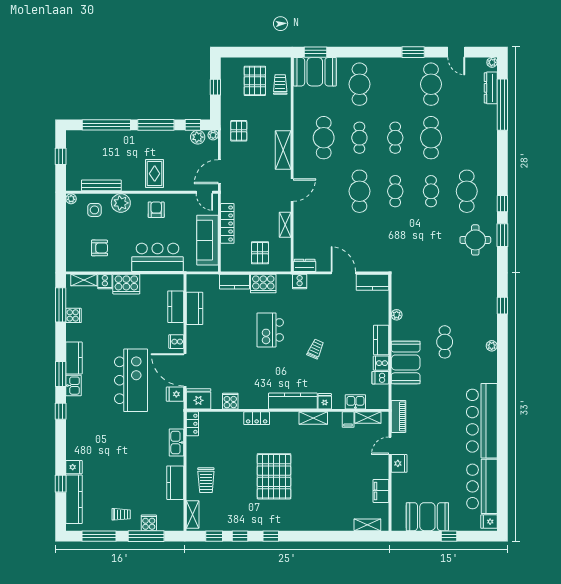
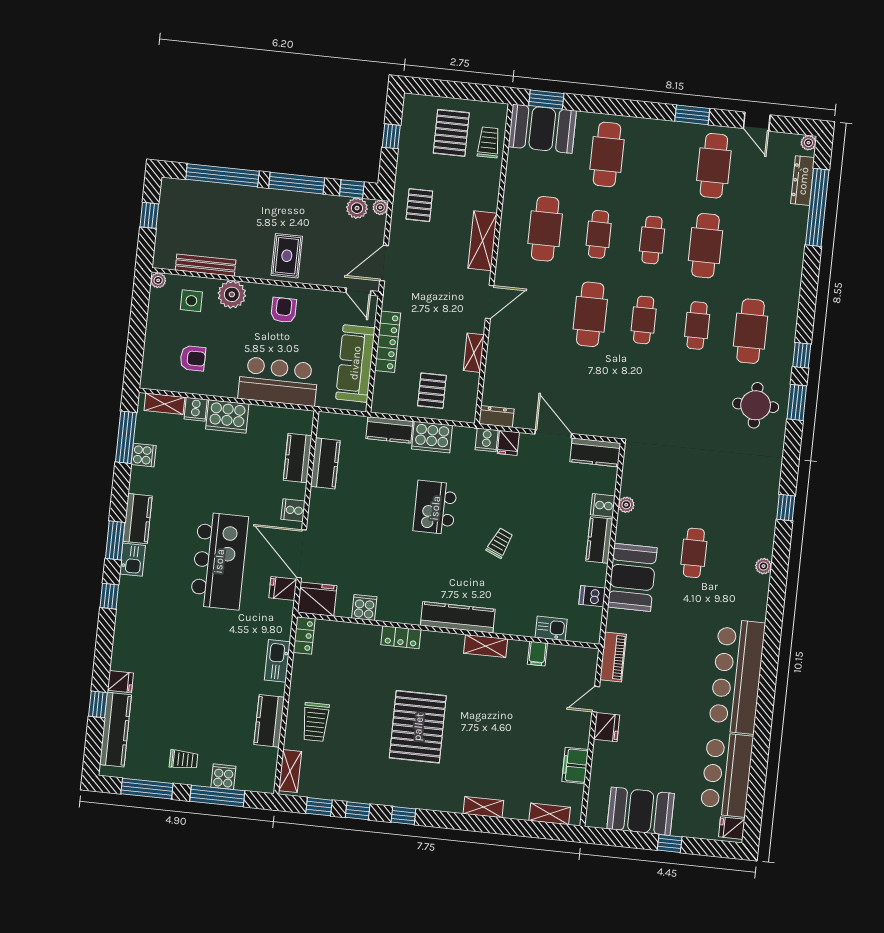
cooker: (381, 363) -> (603, 505), moved
fridge: (325, 401) -> (508, 443), moved, turned 180
shelving: (368, 418) -> (483, 807), moved

